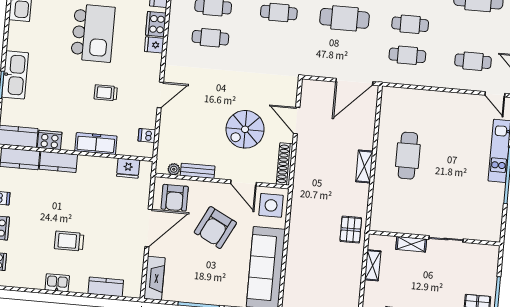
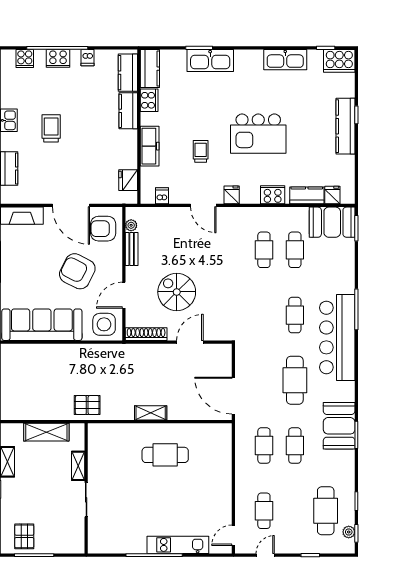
fridge: (154, 45) -> (232, 195), moved
shelving: (373, 265) -> (46, 432), width x1.50, depth x1.33

